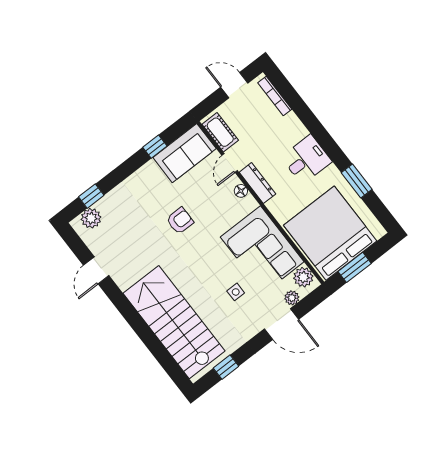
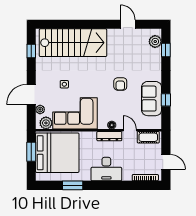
door: (234, 85) -> (166, 162), hinge flipped
sofa: (185, 153) -> (152, 99), moved
desk: (306, 159) -> (106, 169), width x1.37

